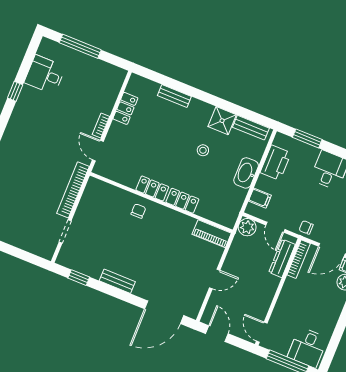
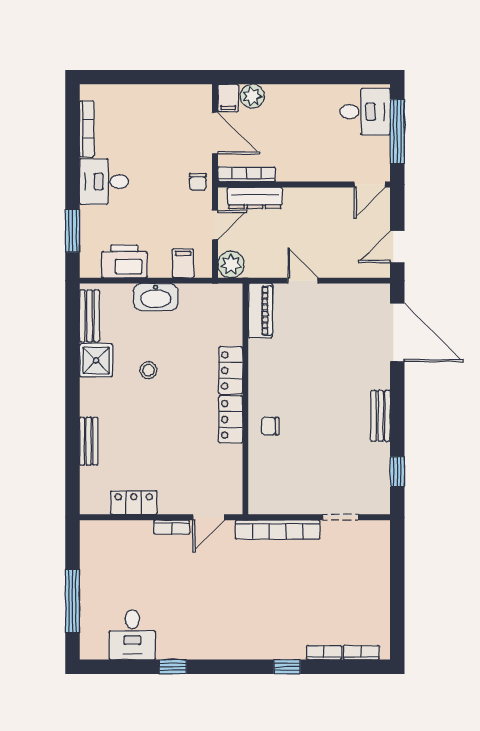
door: (215, 279) -> (303, 281), moved

